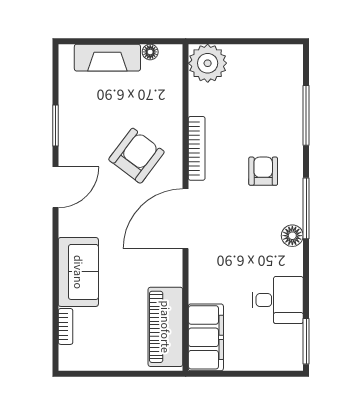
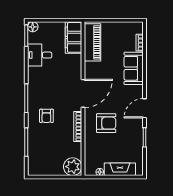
armchair: (136, 156) -> (106, 123), turned -127
floor lamp: (292, 236) -> (33, 27), moved

